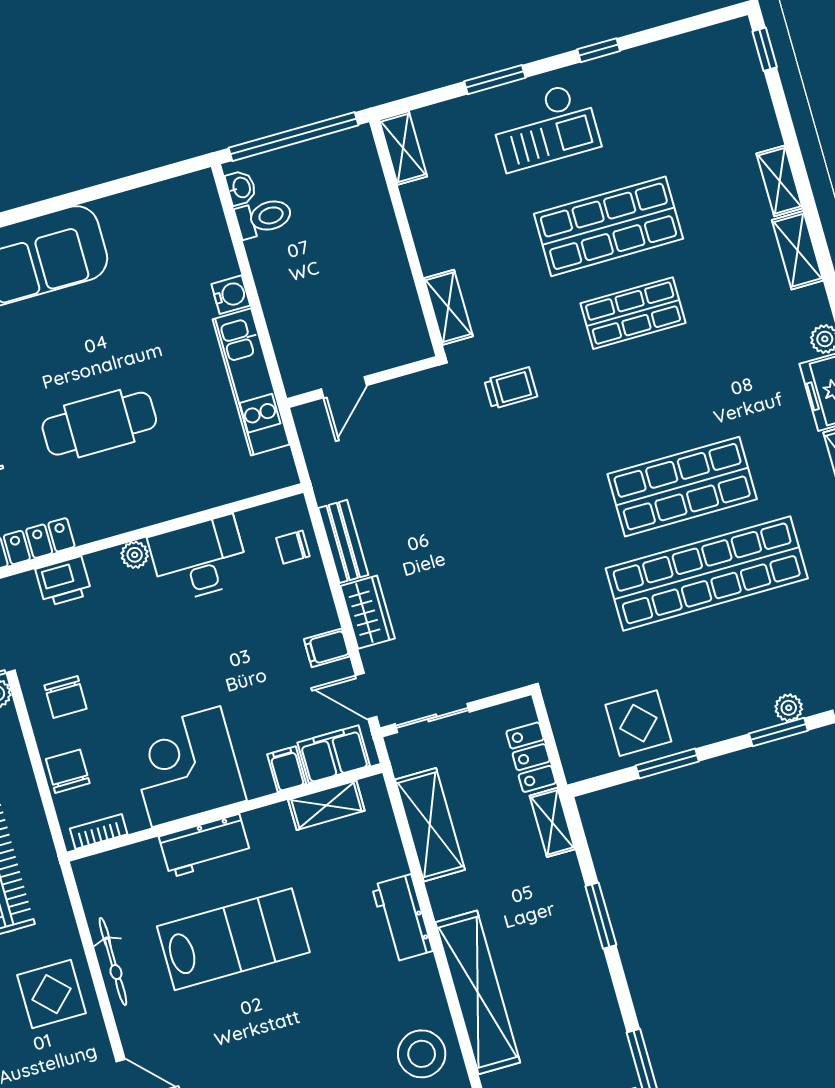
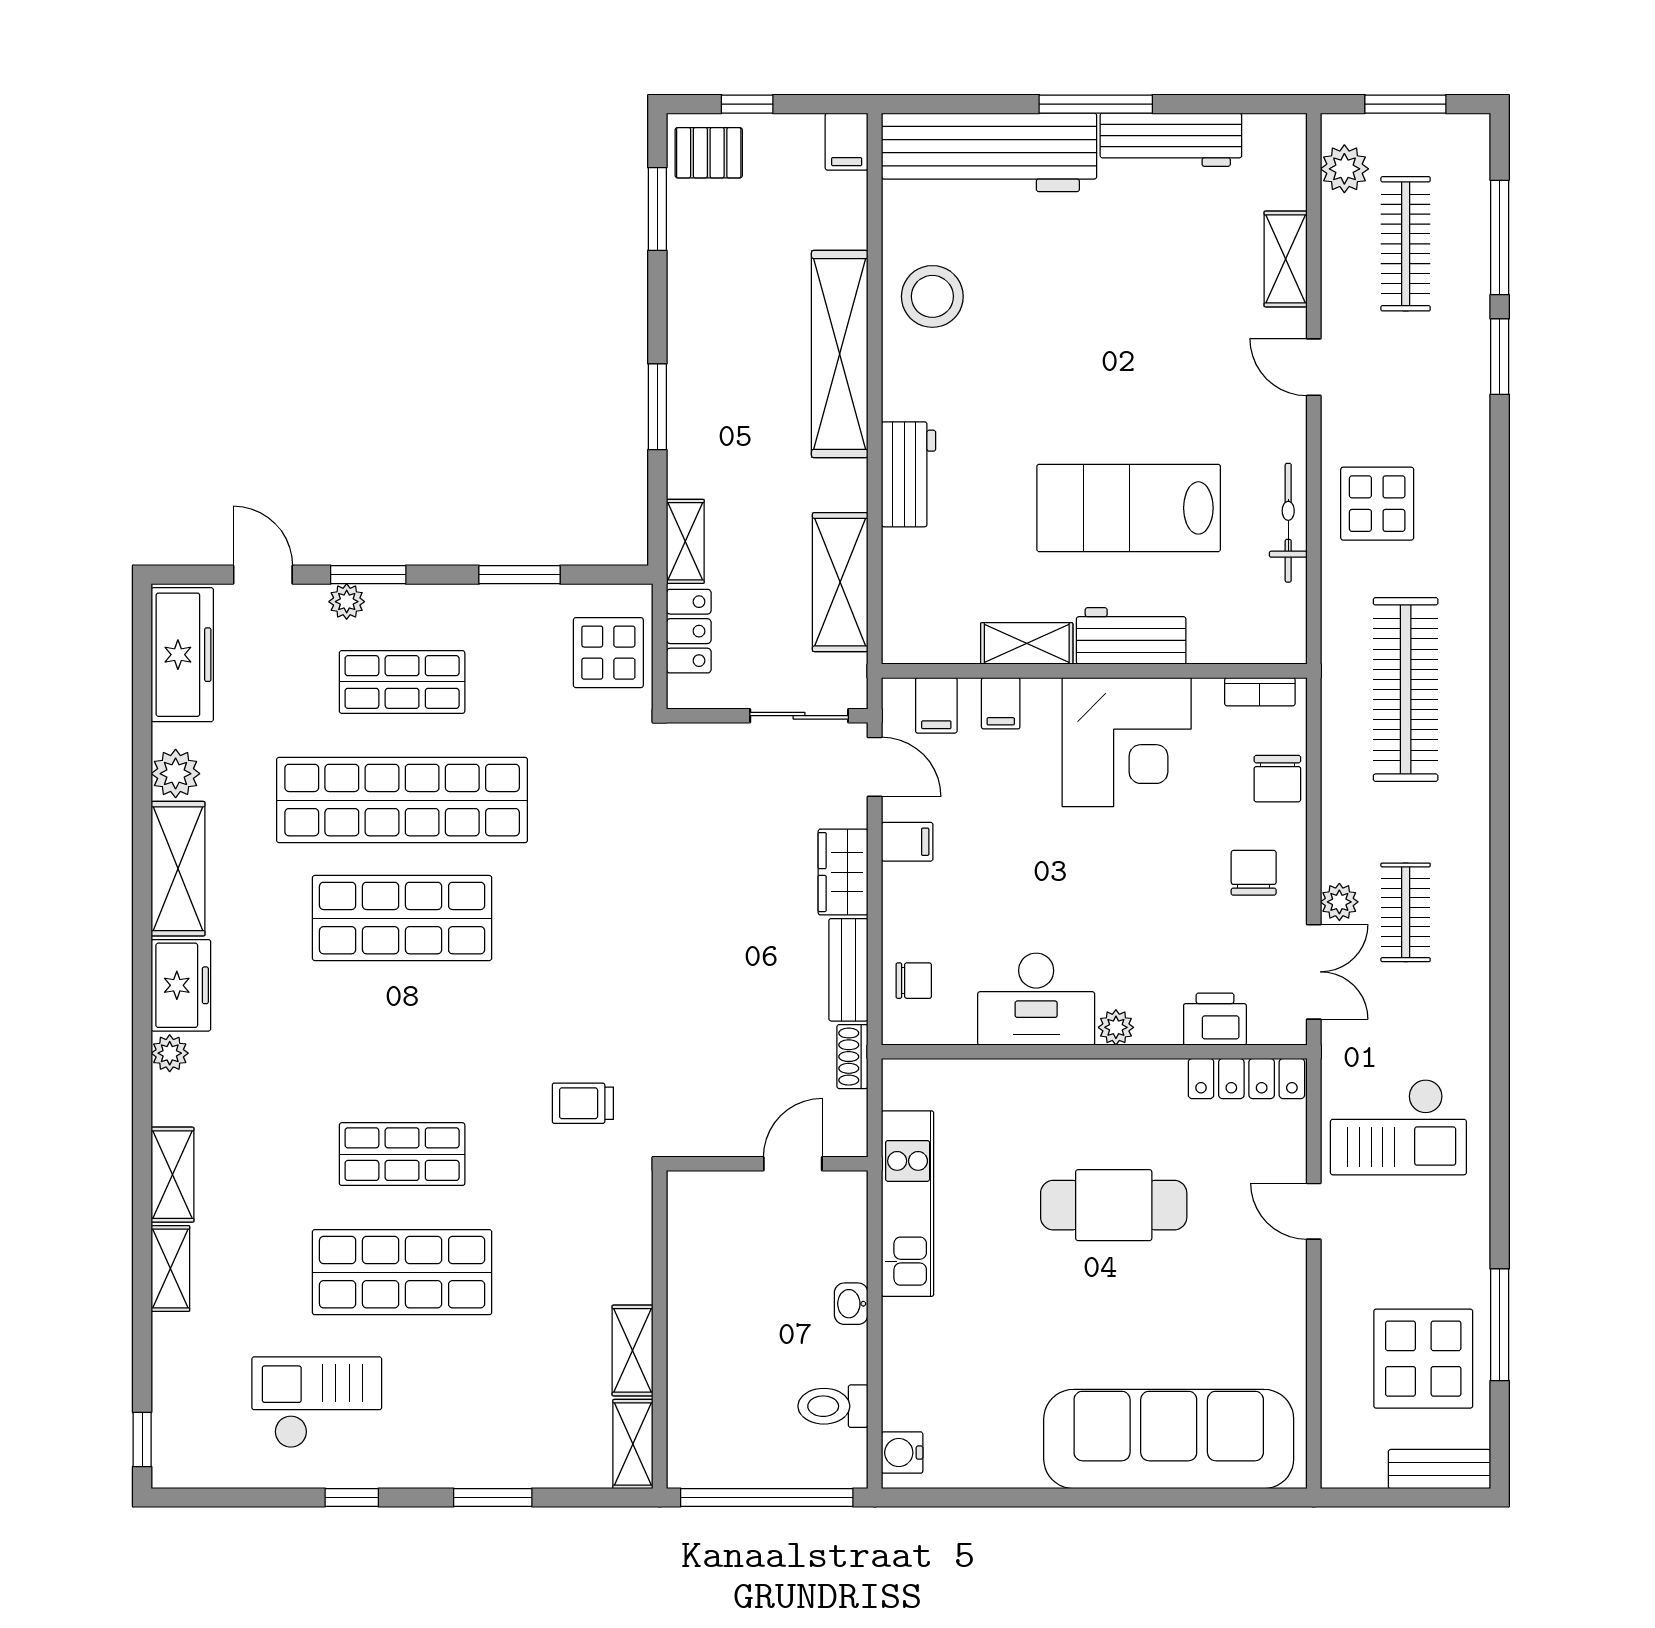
checkout: (545, 127) -> (317, 1402), moved
washbasin: (241, 188) -> (851, 1304), moved
water cooler: (231, 295) -> (902, 1453), moved
shelving: (448, 307) -> (633, 1350), moved
shoe rack: (322, 479) -> (852, 1057), added
shop shelf: (731, 660) -> (402, 682), added
display table: (638, 723) -> (608, 653), moved
filing cabinet: (334, 754) -> (936, 705), width x0.50
shelving: (326, 805) -> (1027, 643), moved

